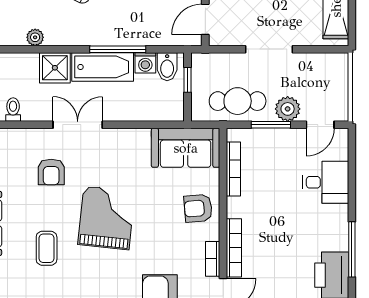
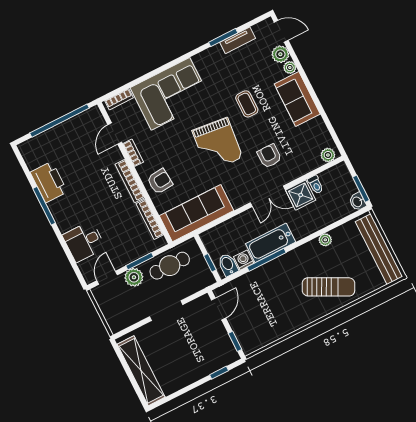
shower: (55, 68) -> (301, 195), moved
sofa: (186, 148) -> (197, 213), width x1.36
bookcase: (234, 248) -> (130, 181), moved

